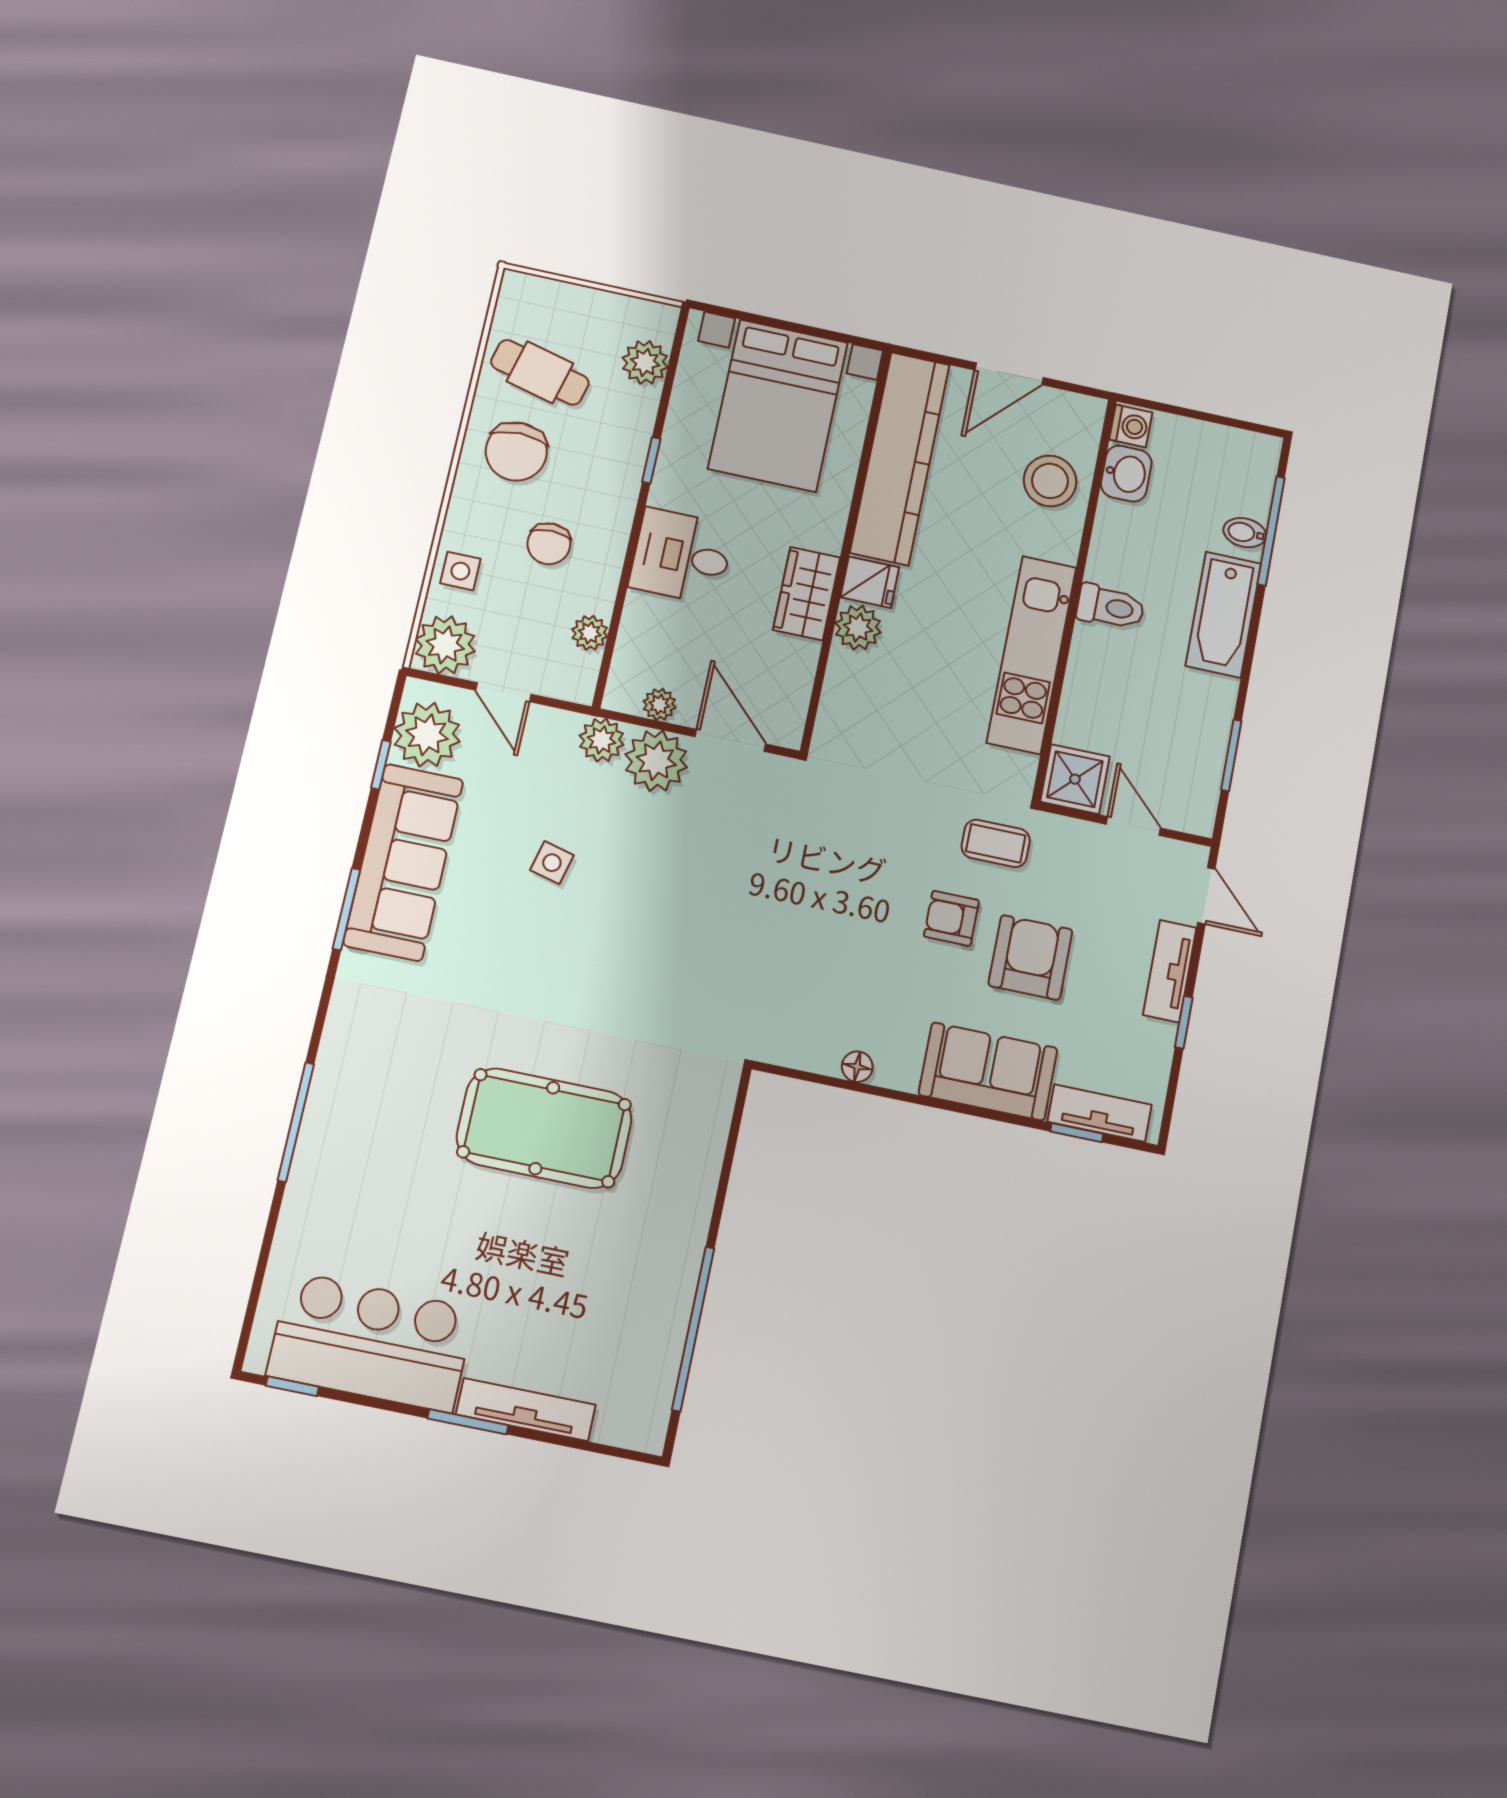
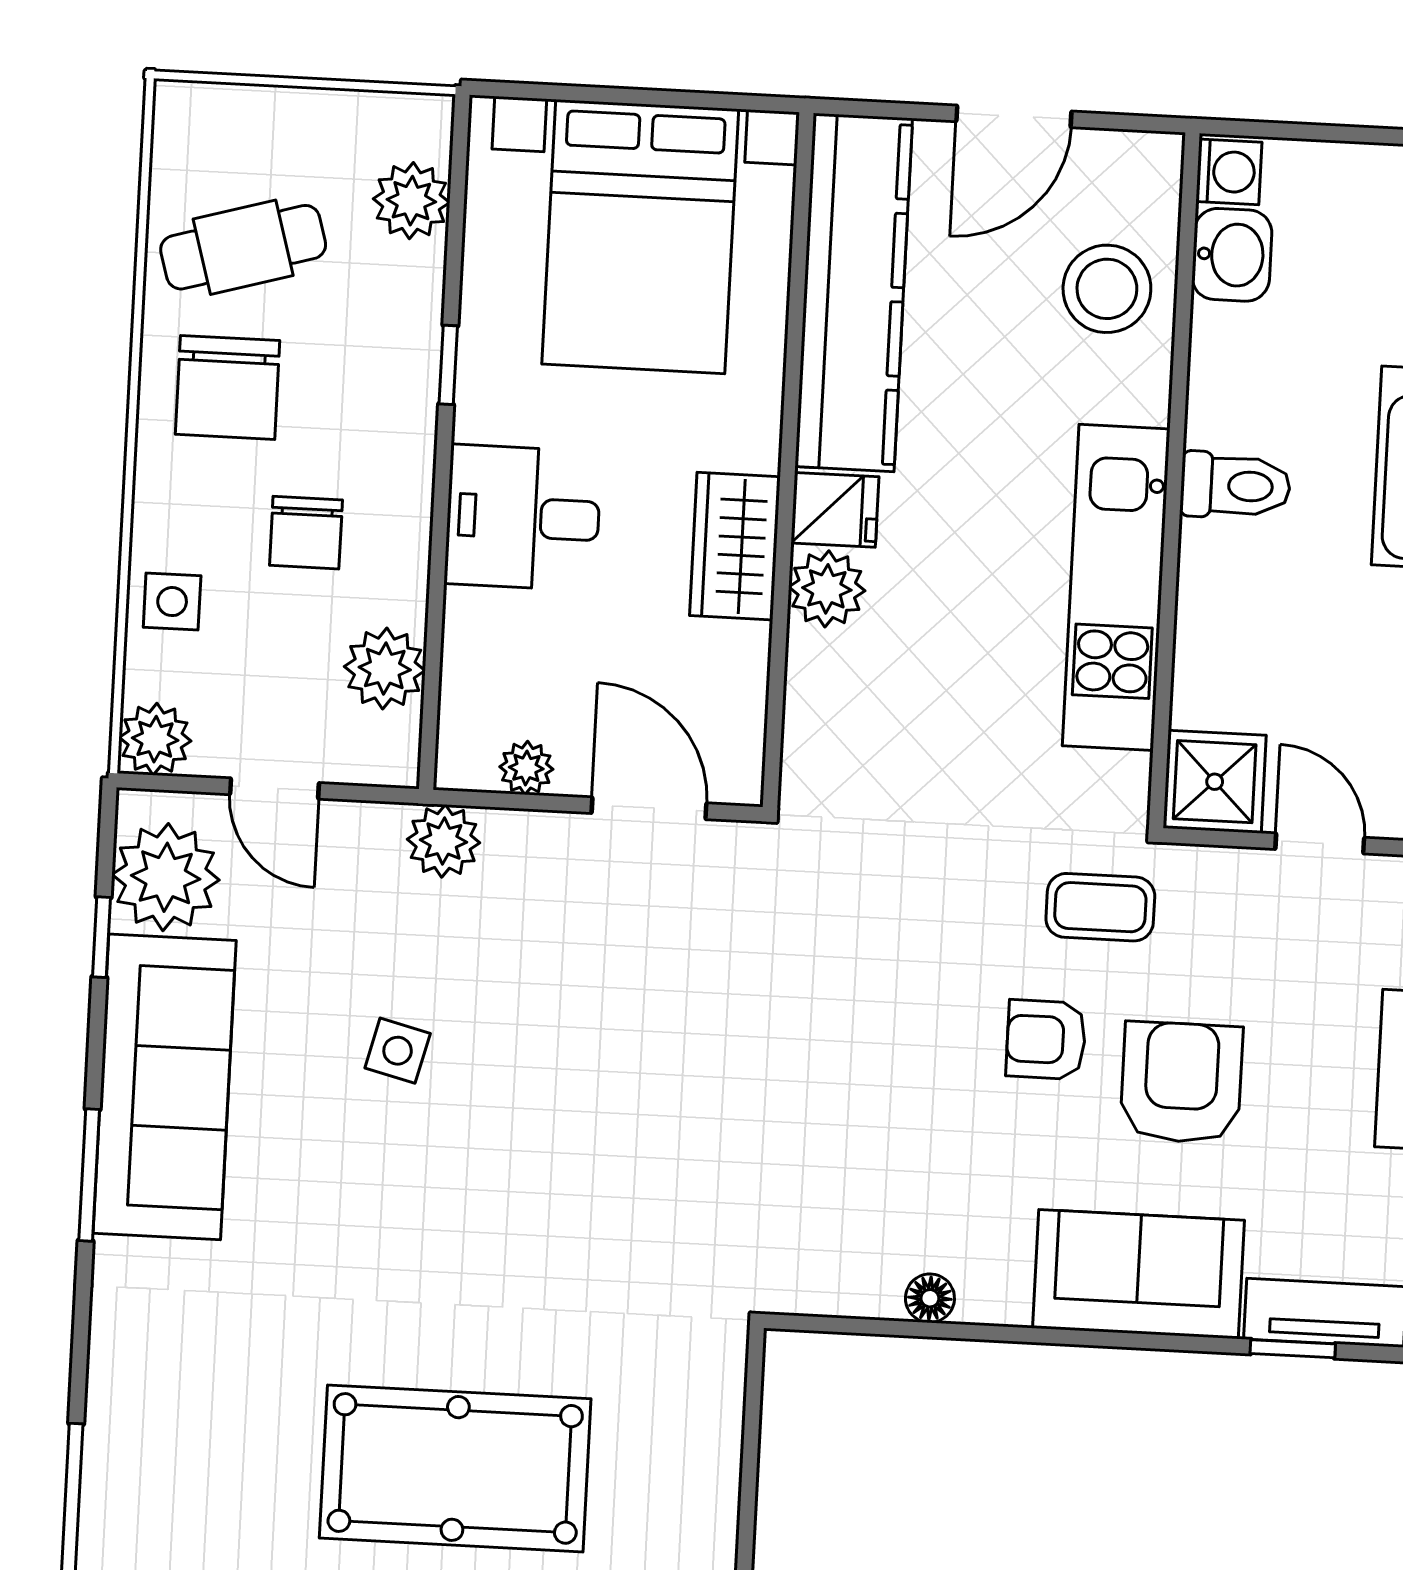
cafe table: (540, 372) -> (243, 247), turned -30
plant: (590, 633) -> (385, 668), width x1.38, depth x1.38
plant: (445, 645) -> (155, 739), width x0.73, depth x0.73
plant: (656, 761) -> (536, 861), removed

